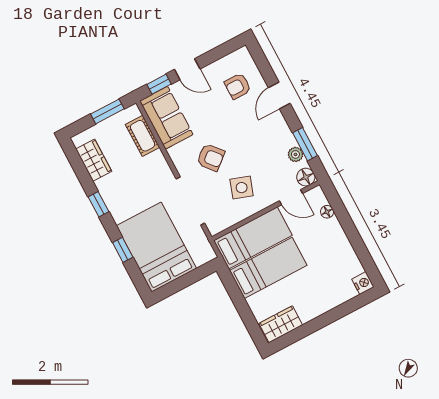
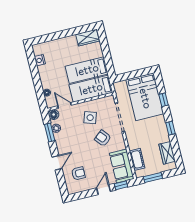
door: (187, 69) -> (104, 190), hinge flipped
nightstand: (363, 283) -> (40, 60), moved

